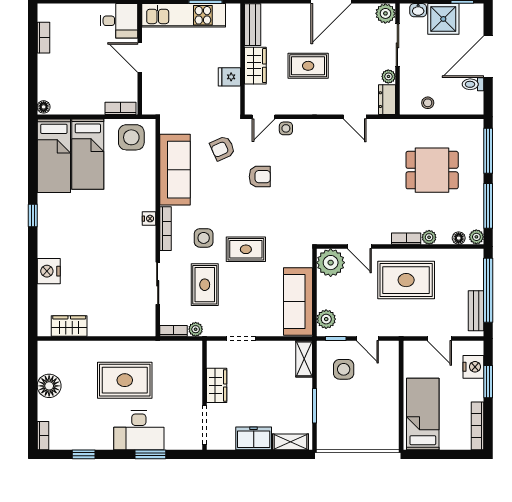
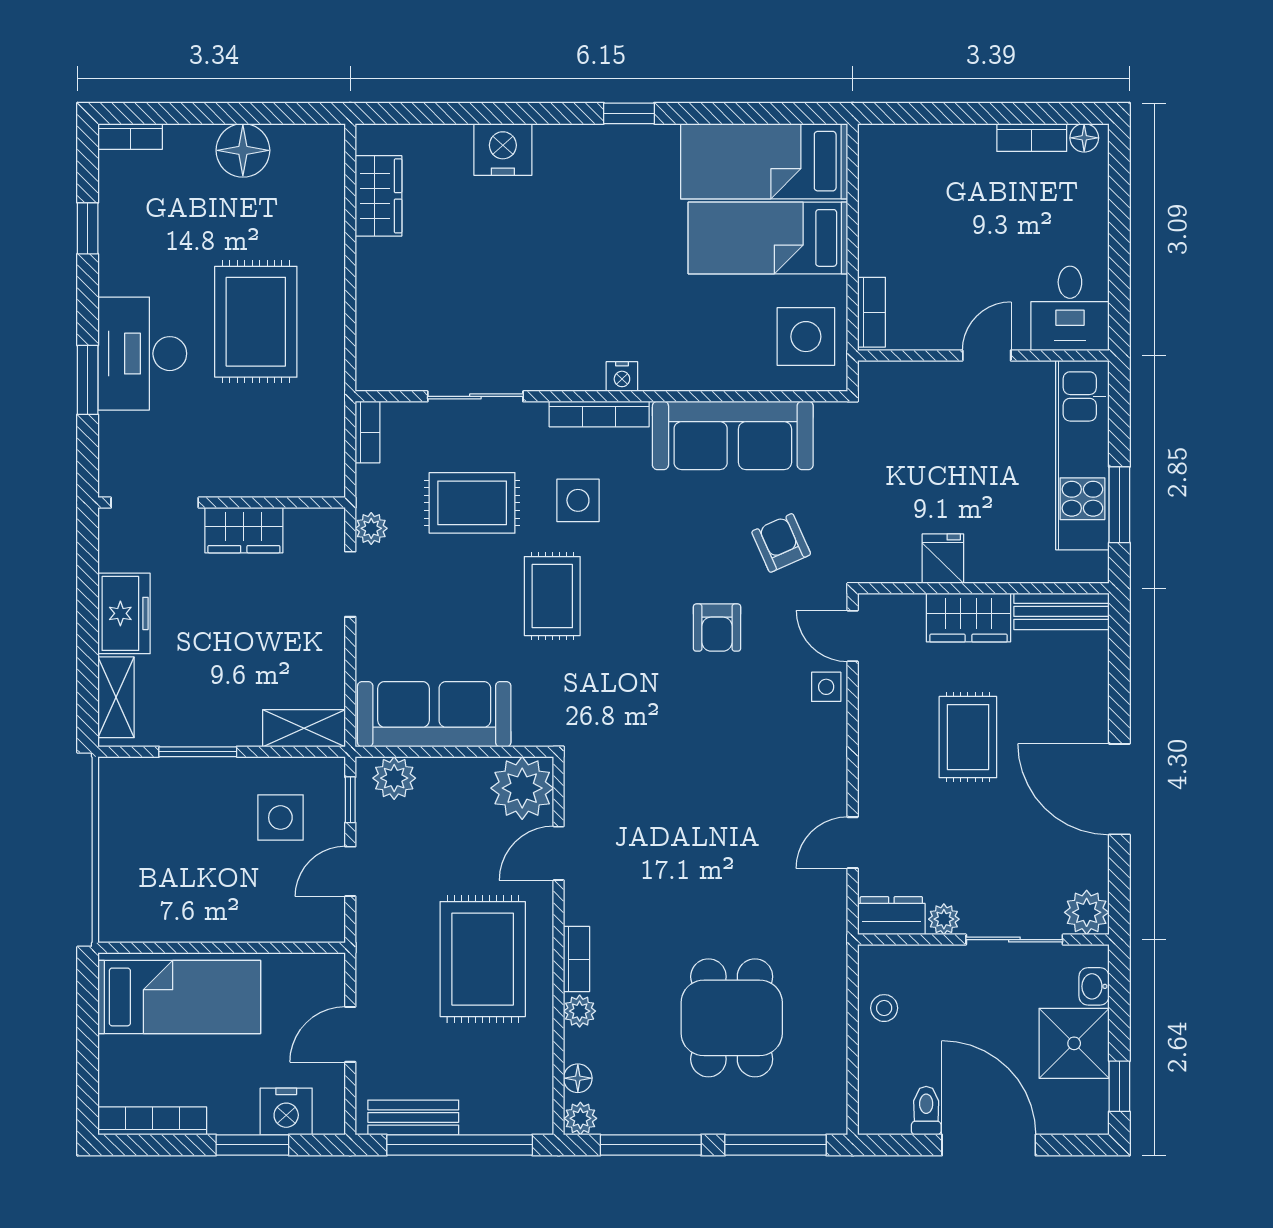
door: (140, 58) -> (987, 355), width x0.73
floor lamp: (44, 107) -> (1084, 138), moved
plant: (196, 329) -> (371, 528), moved

